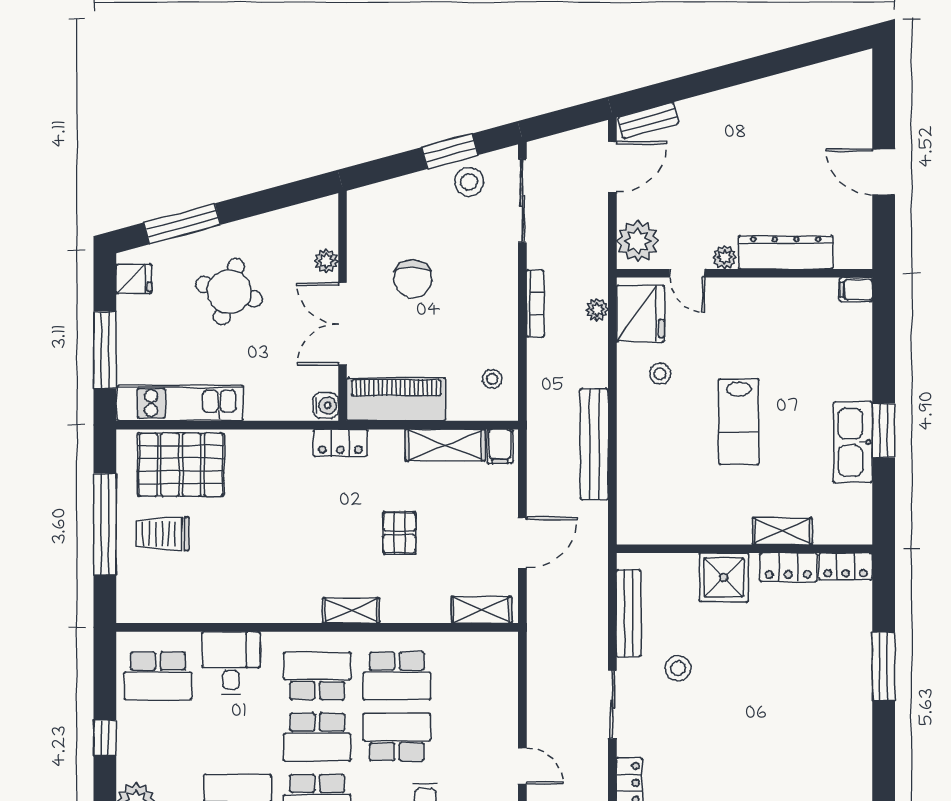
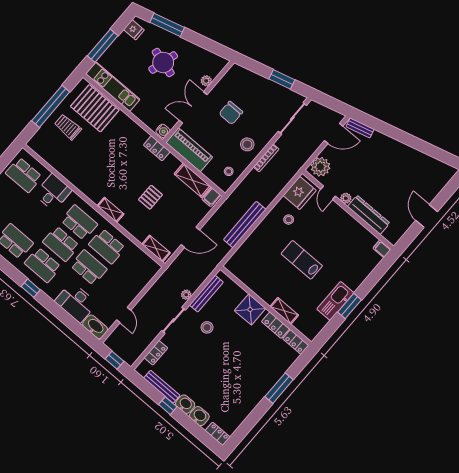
stool: (469, 182) -> (247, 144), moved
plant: (597, 310) -> (186, 295), moved
lab bench: (739, 422) -> (302, 260), turned 90

